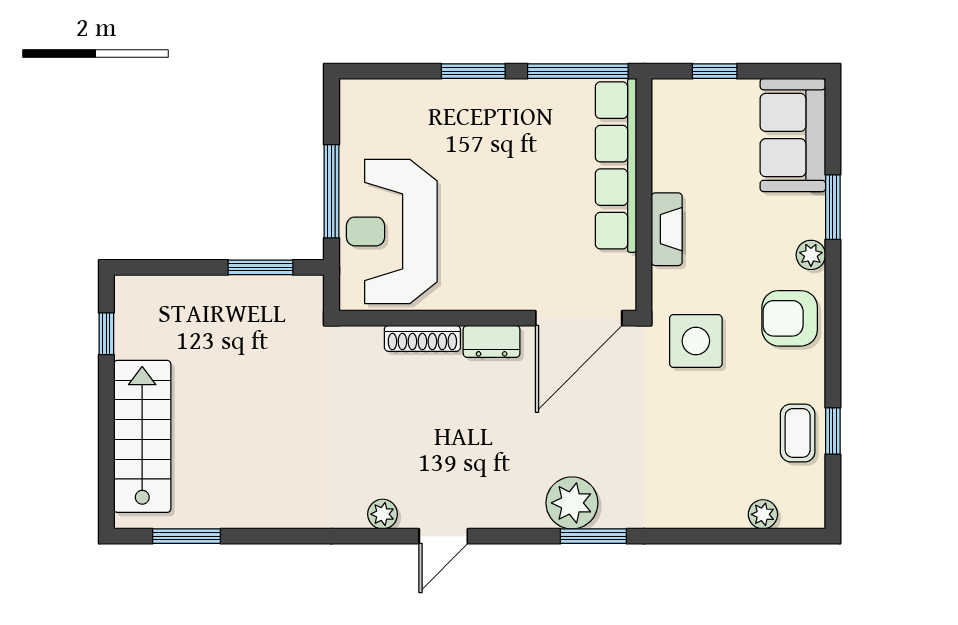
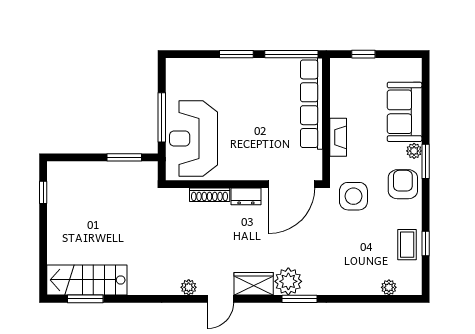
sofa: (793, 135) -> (405, 112), moved
window: (833, 207) -> (426, 161), moved
armchair: (790, 318) -> (403, 184), turned 90
stairs: (142, 436) -> (87, 280), moved, turned -90
wardrobe: (506, 507) -> (254, 284), added

